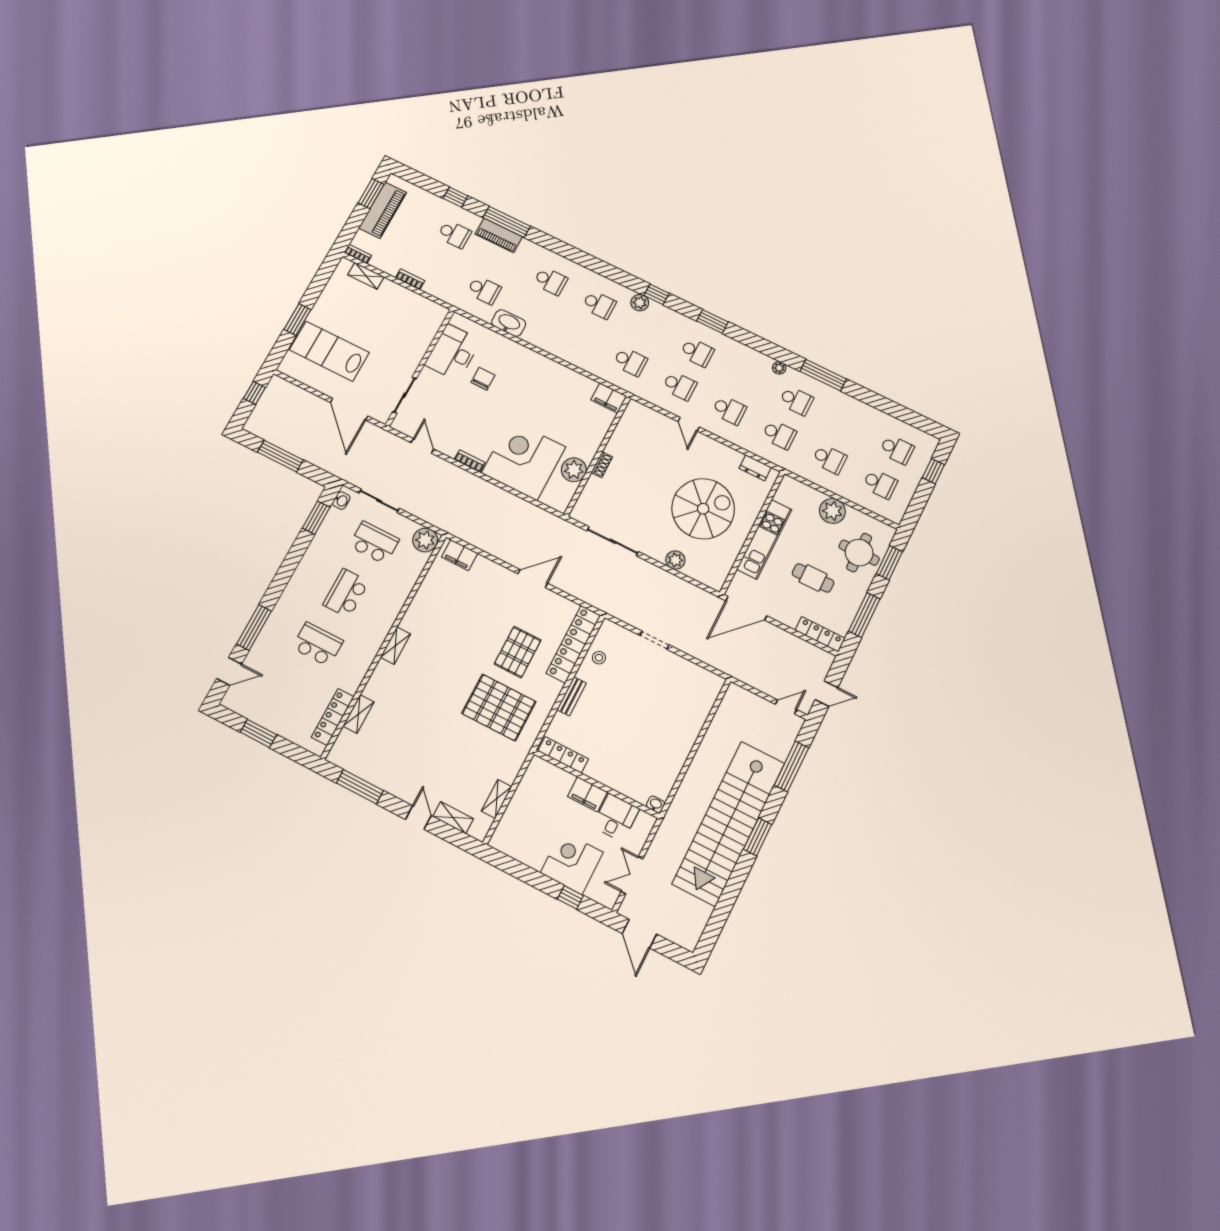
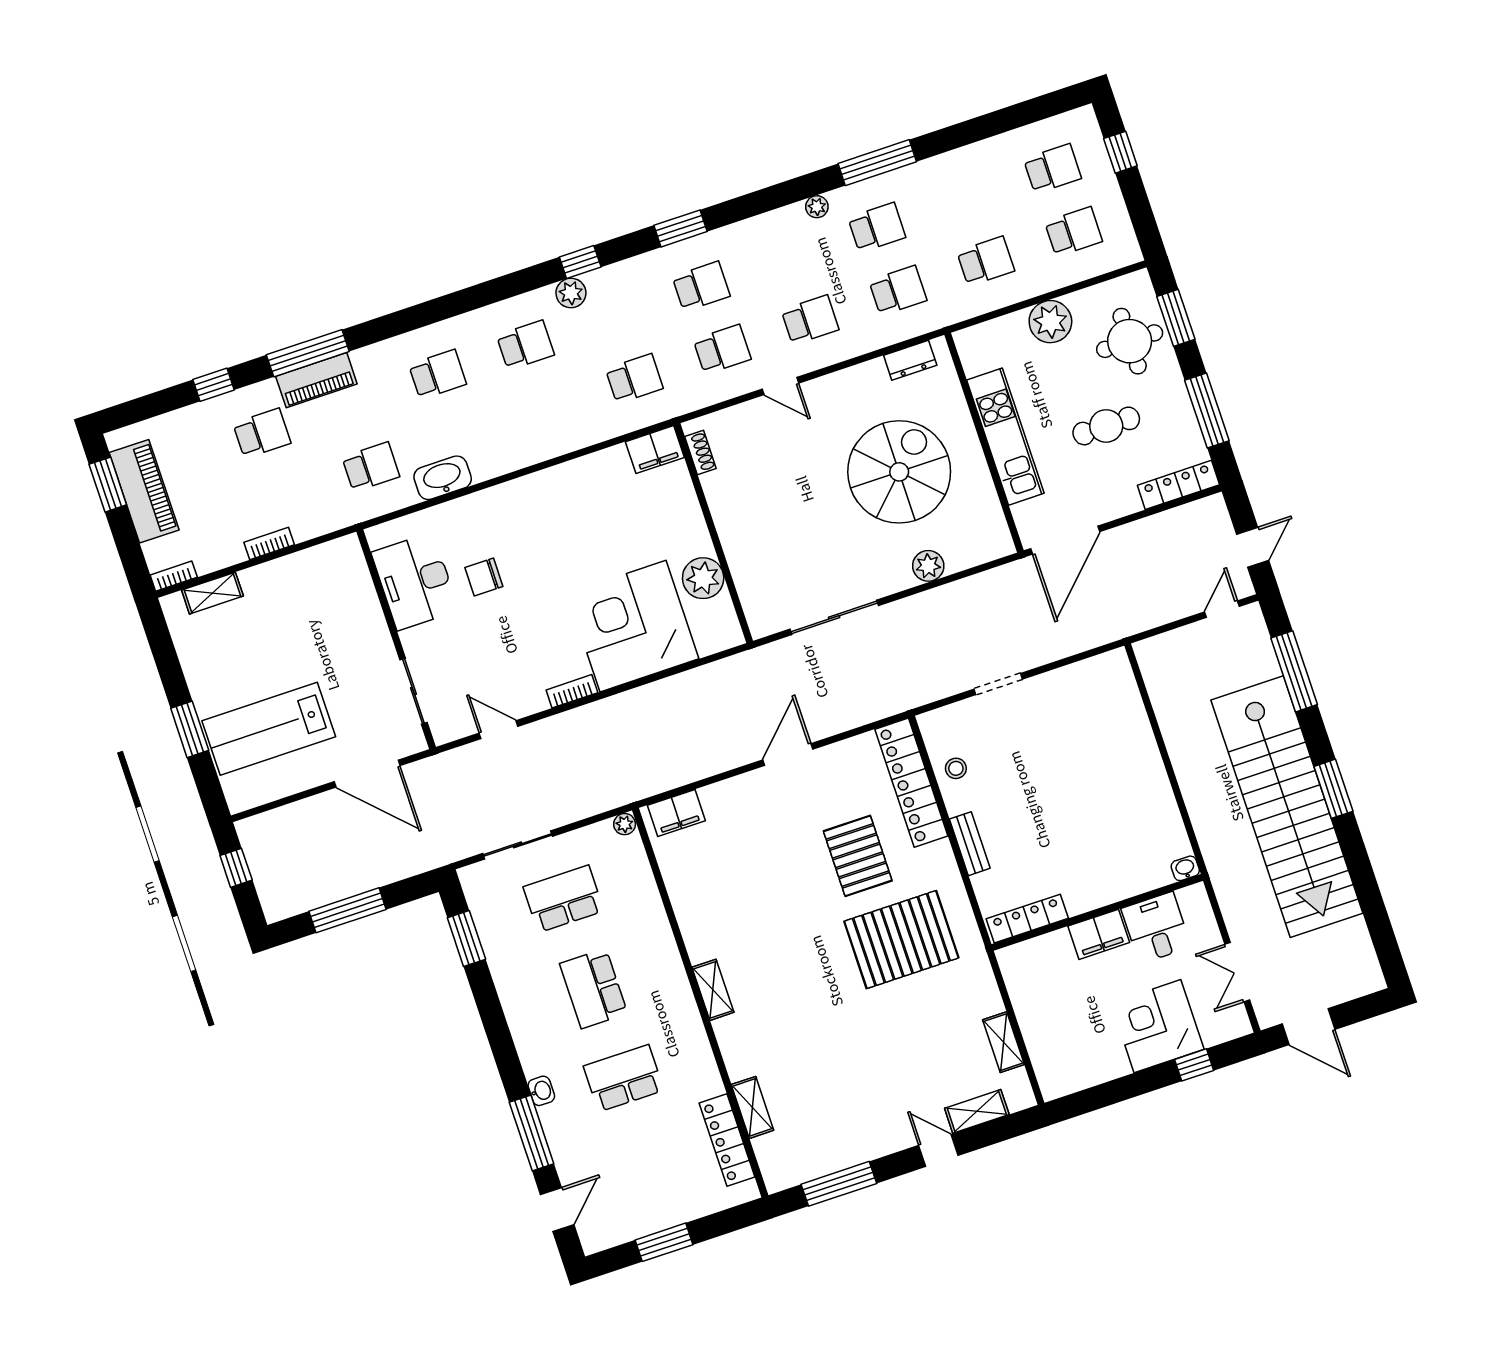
chair: (483, 379) -> (484, 577), turned -90
shoe rack: (602, 465) -> (700, 452), moved
washbasin: (341, 501) -> (541, 1091), moved
plant: (425, 540) -> (625, 824), width x0.53, depth x0.53

